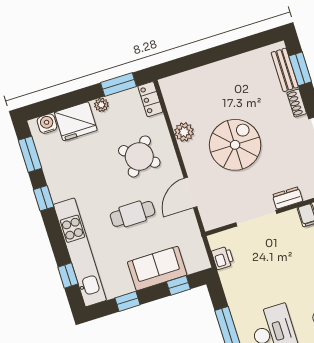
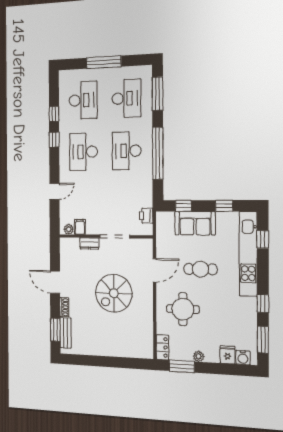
fridge: (76, 121) -> (227, 355), width x0.53, depth x0.75
plant: (184, 132) -> (146, 315), removed
round table: (139, 156) -> (183, 309), turned -38

